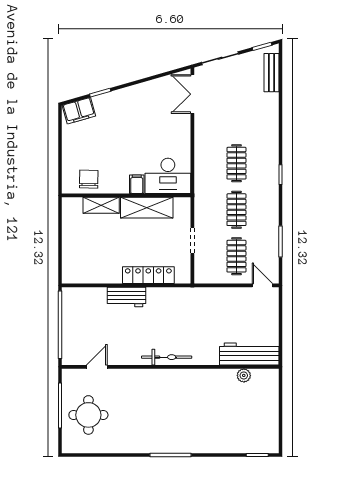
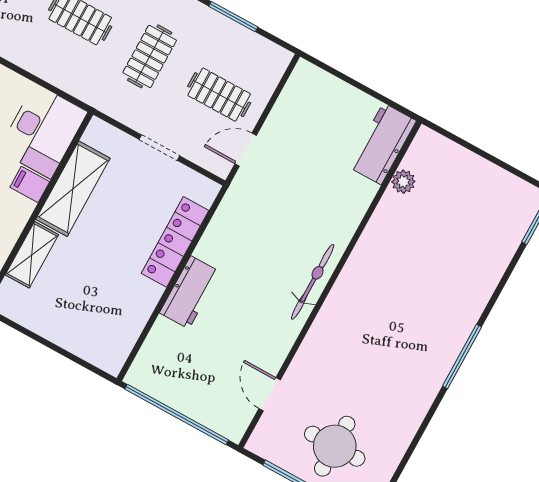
clothes rail: (236, 210) -> (150, 56), turned 90
door: (262, 285) -> (246, 150), moved
workbench: (249, 354) -> (382, 144), width x0.73

